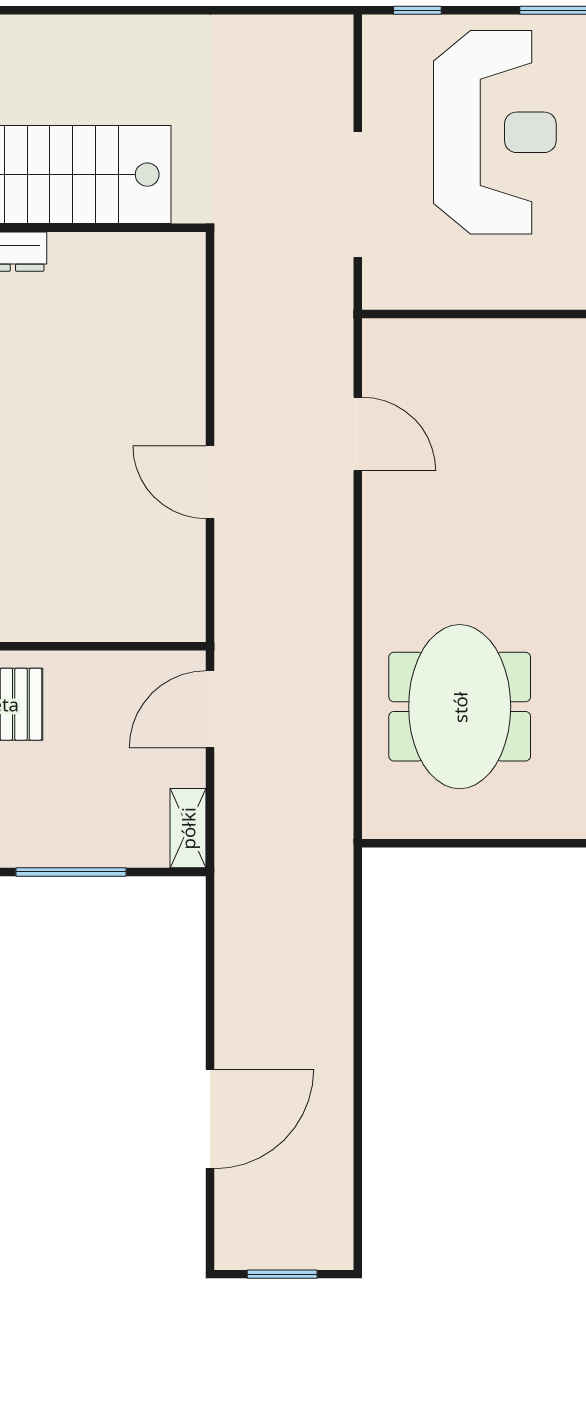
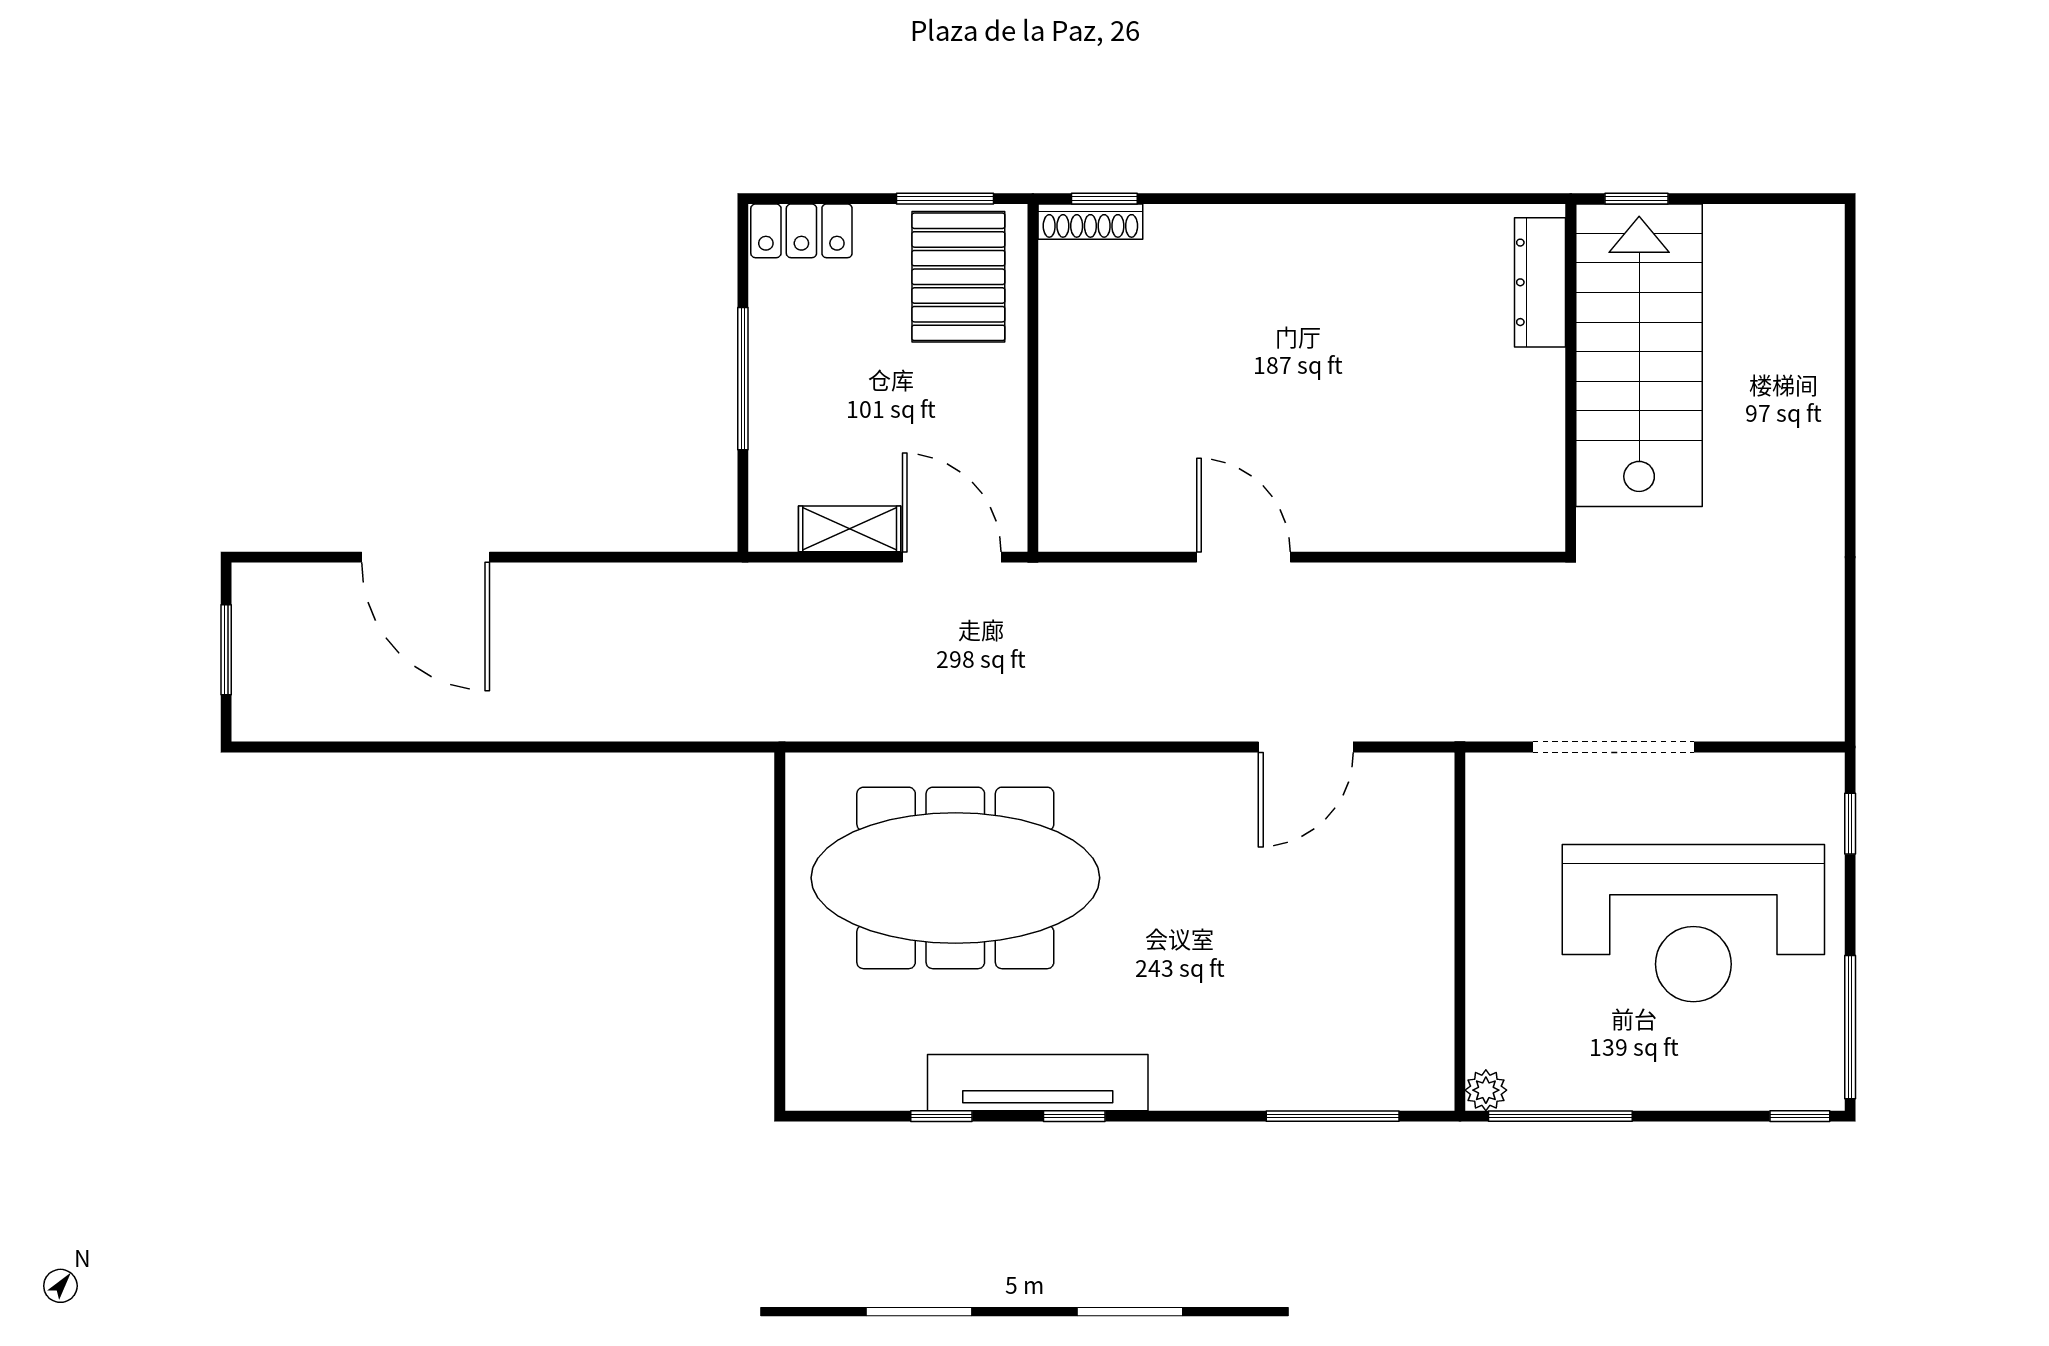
door: (210, 482) -> (1244, 557), hinge flipped
meeting table: (460, 707) -> (955, 878), width x1.36
shelving: (188, 828) -> (850, 529), moved

